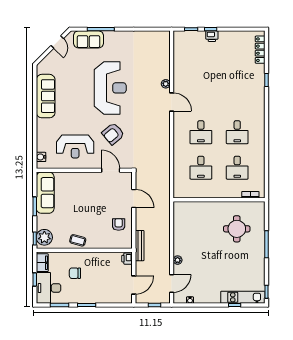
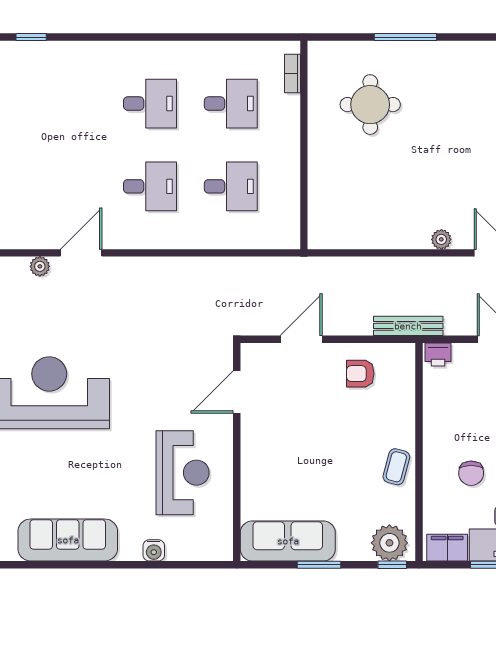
armchair: (113, 134) -> (154, 386), removed
water cooler: (41, 157) -> (154, 550), moved

